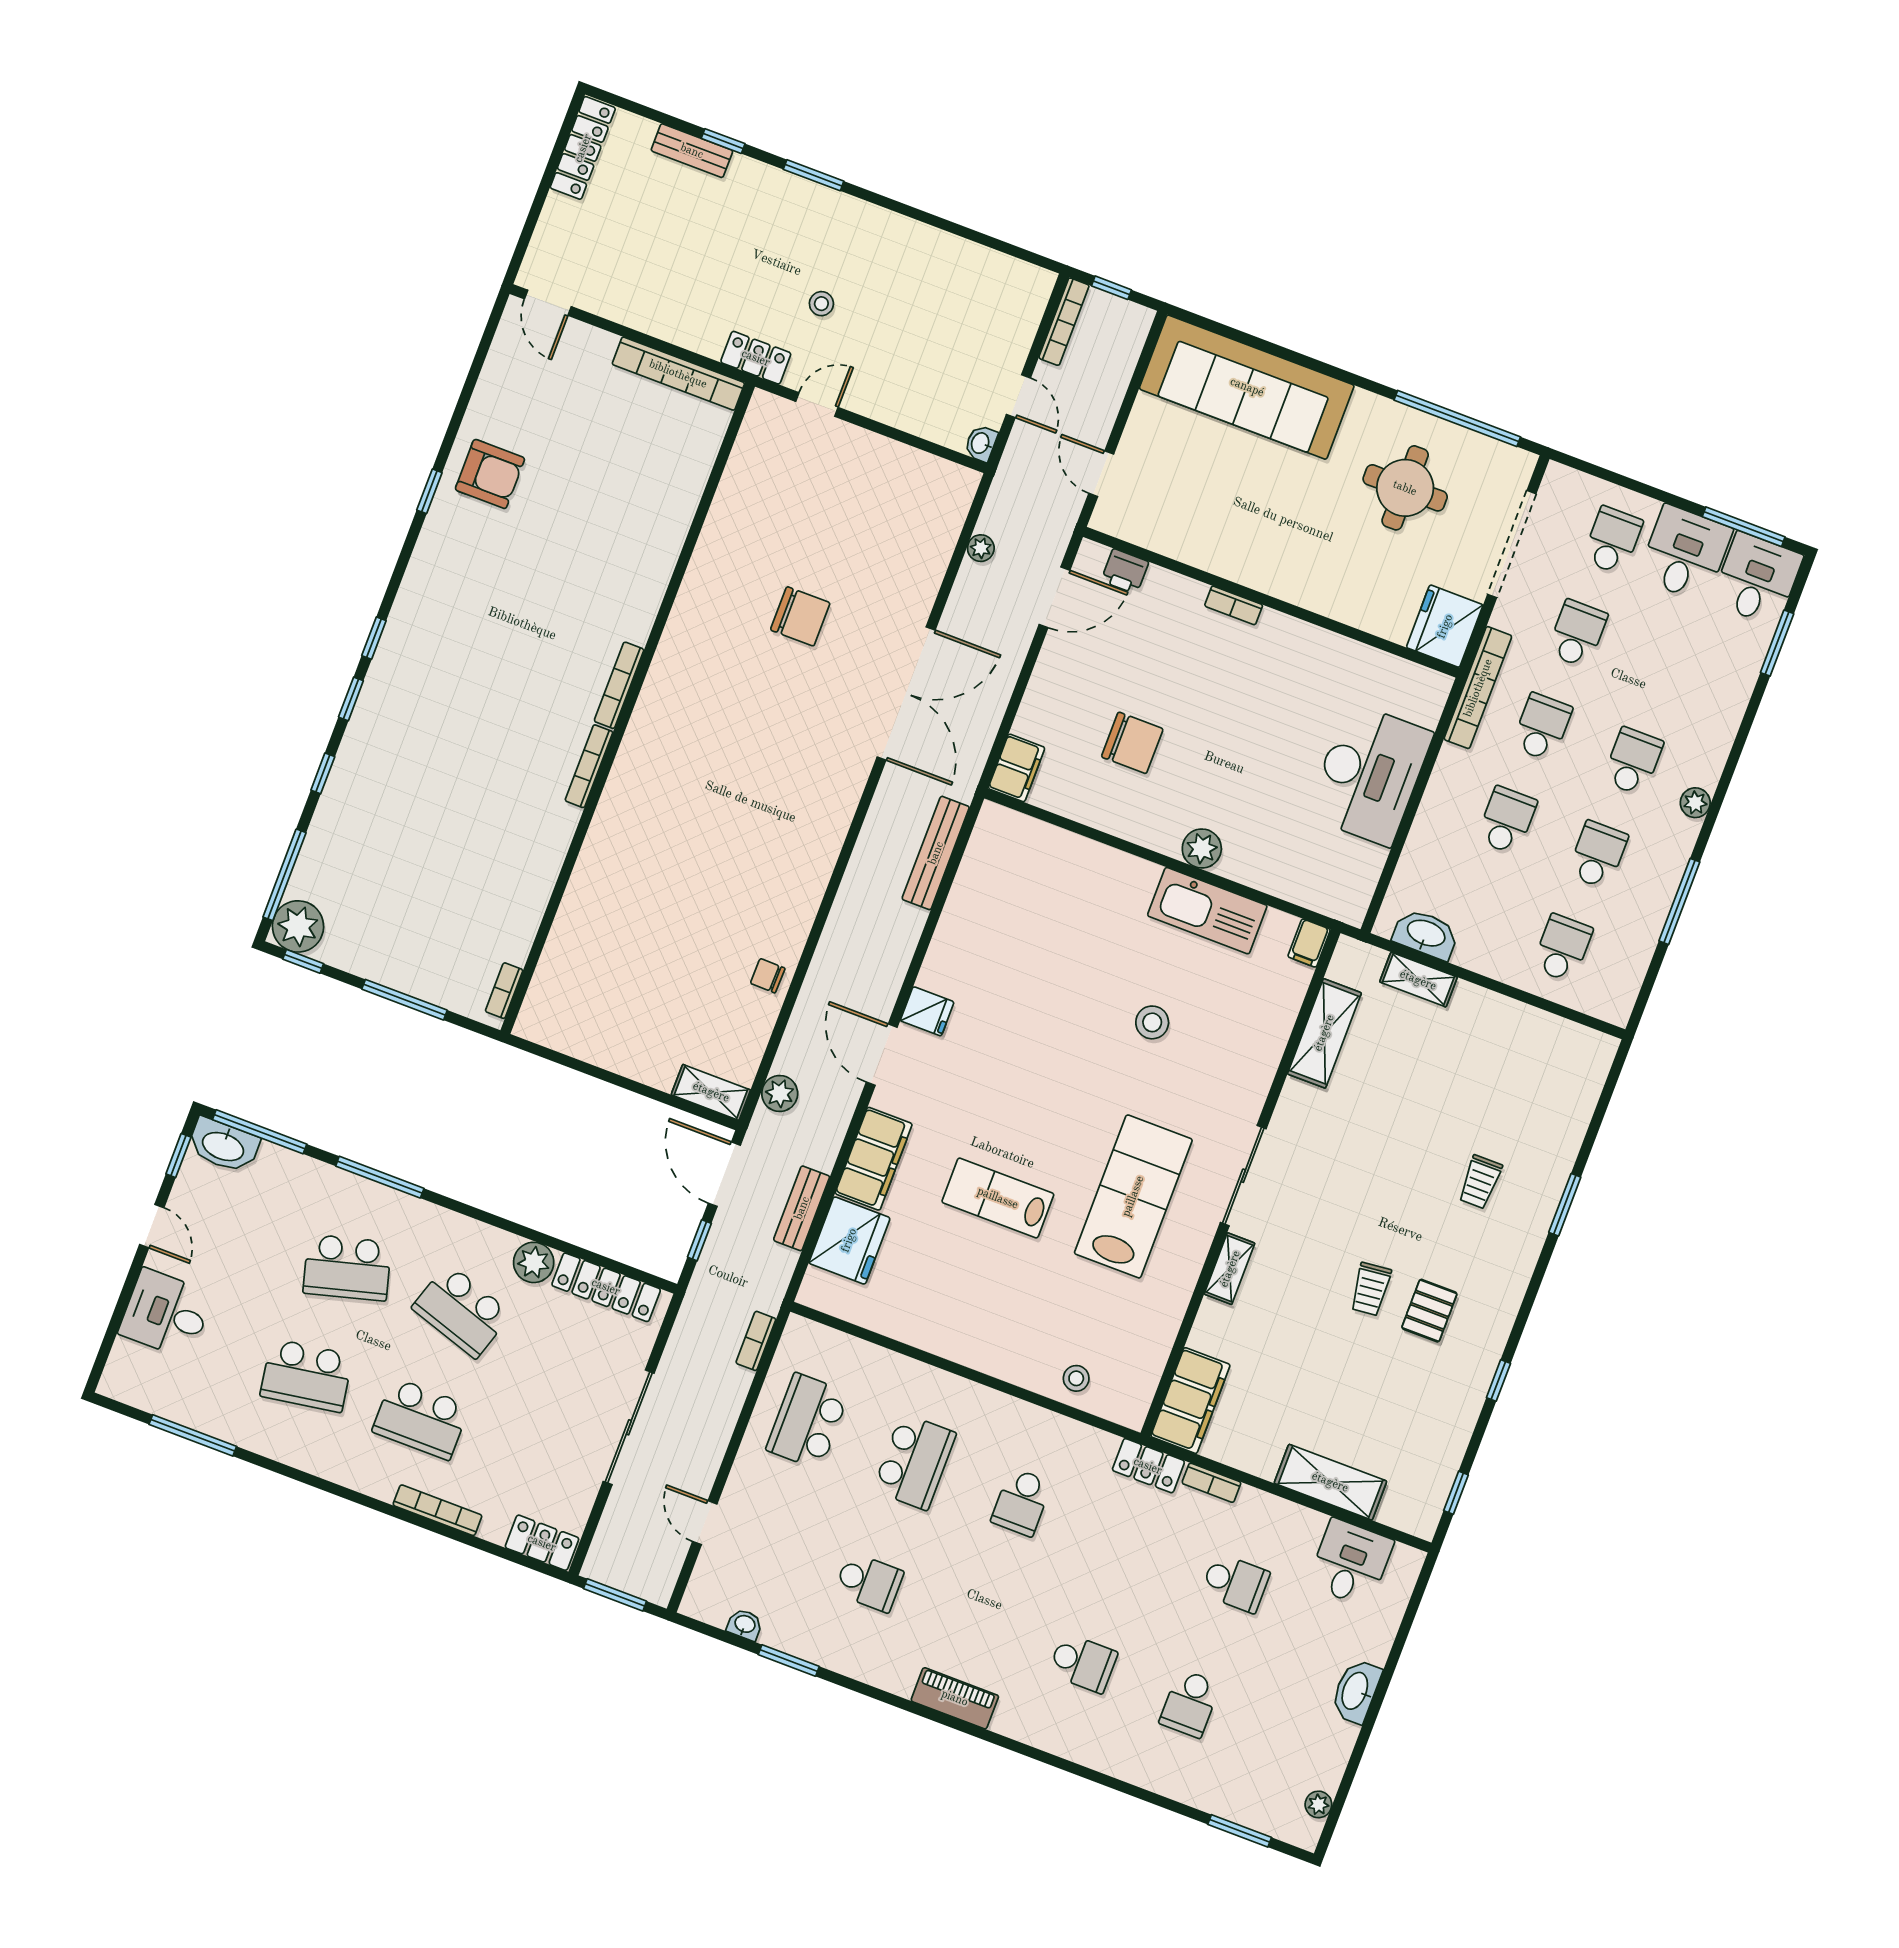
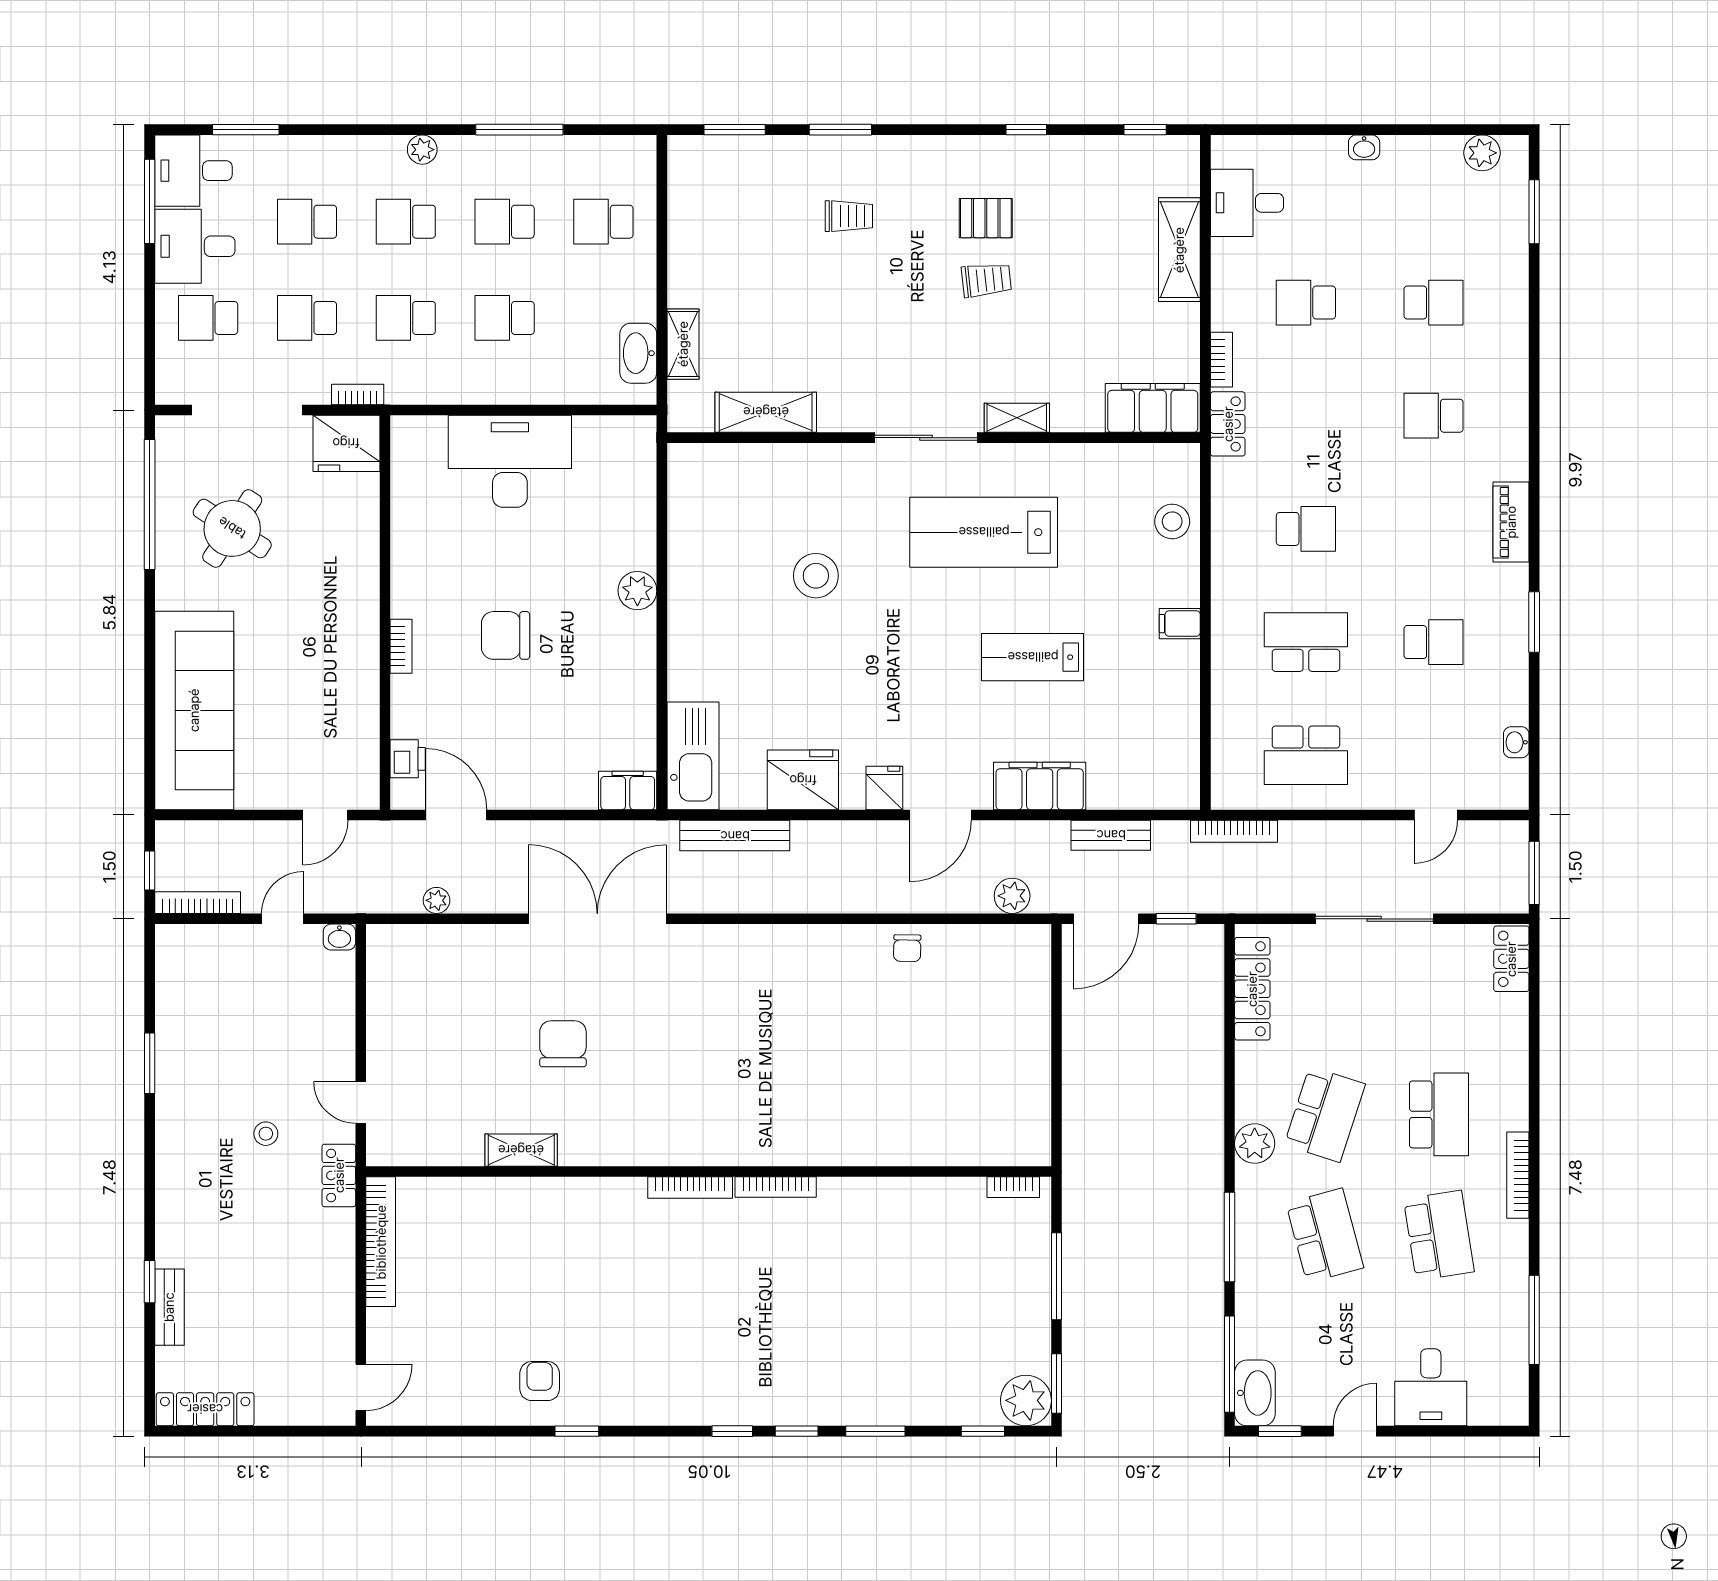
window: (814, 175) -> (150, 1063), moved
armchair: (490, 474) -> (540, 1381), width x0.72, depth x0.72
round table: (1405, 488) -> (232, 528), turned 33
school desk: (1668, 668) -> (307, 222), added
bookcase: (1478, 688) -> (358, 394), width x0.43, depth x0.76
chair: (1132, 743) -> (506, 635), moved, turned -90
window: (323, 773) -> (875, 1431), width x1.50
window: (284, 875) -> (983, 1431), width x0.46
kitchen sink: (1207, 911) -> (693, 756), moved
filing cabinet: (1309, 943) -> (1180, 624), moved, turned 180
window: (303, 961) -> (1056, 1383), width x1.50
stool: (1152, 1022) -> (816, 576), width x1.38, depth x1.38
shelving: (711, 1092) -> (521, 1150), moved, turned 90
window: (1603, 1105) -> (735, 130), added
lab bench: (998, 1198) -> (1033, 657), turned 90
fridge: (849, 1240) -> (803, 780), moved
plant: (534, 1262) -> (1255, 1144), moved
bookcase: (756, 1341) -> (1234, 831), width x1.56
stool: (1076, 1378) -> (1172, 521), width x1.37, depth x1.37
bookcase: (437, 1510) -> (1518, 1175), moved
school desk: (869, 1582) -> (1434, 642), turned 90
school desk: (1235, 1583) -> (1306, 303), turned -90
window: (789, 1660) -> (1534, 622), moved
school desk: (1083, 1663) -> (1434, 416), turned -90
washbasin: (1356, 1691) -> (1364, 147), width x0.52, depth x0.69
plant: (1318, 1804) -> (1482, 153), width x1.38, depth x1.38

